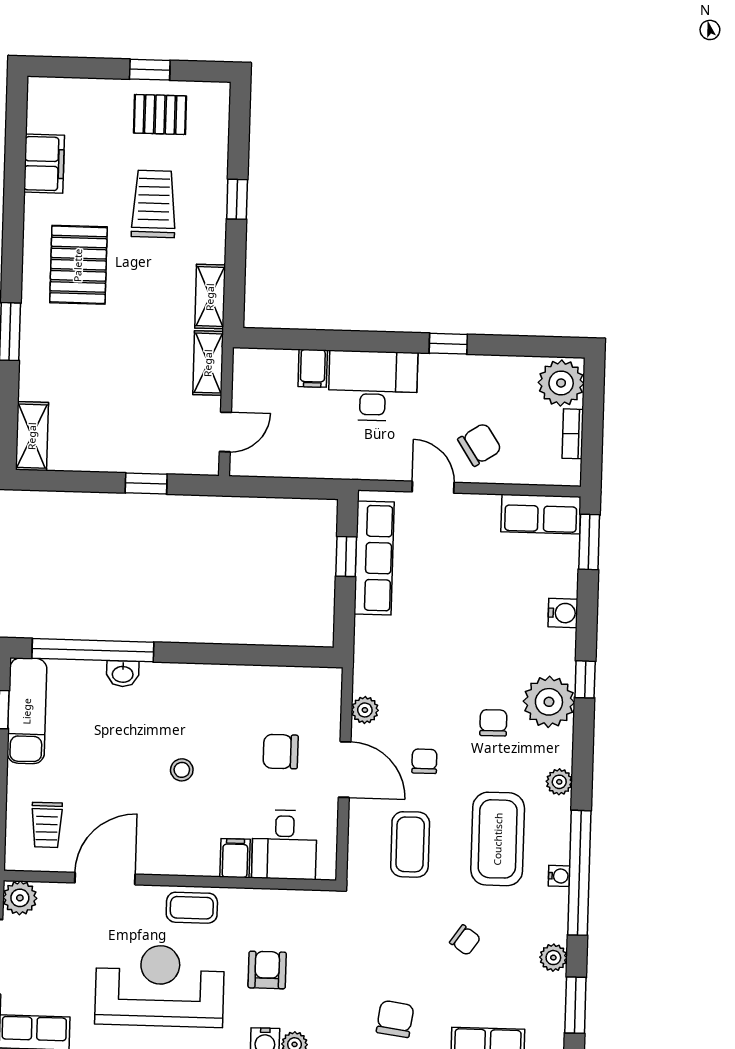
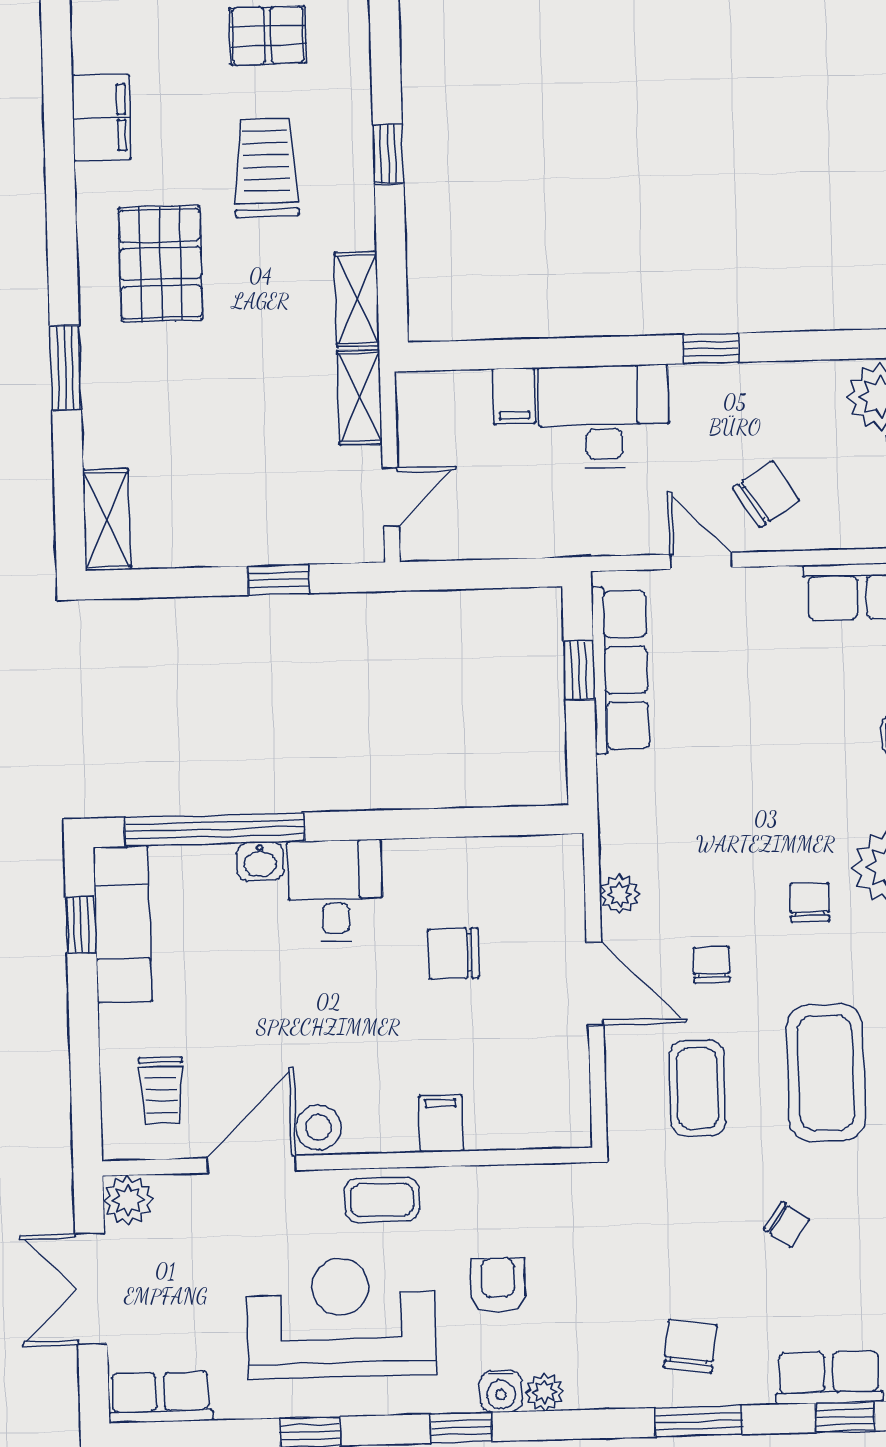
chair: (281, 752) -> (454, 953), moved
stool: (182, 770) -> (318, 1128), moved, width x1.37, depth x1.37
desk: (284, 845) -> (335, 891), moved, turned 180

